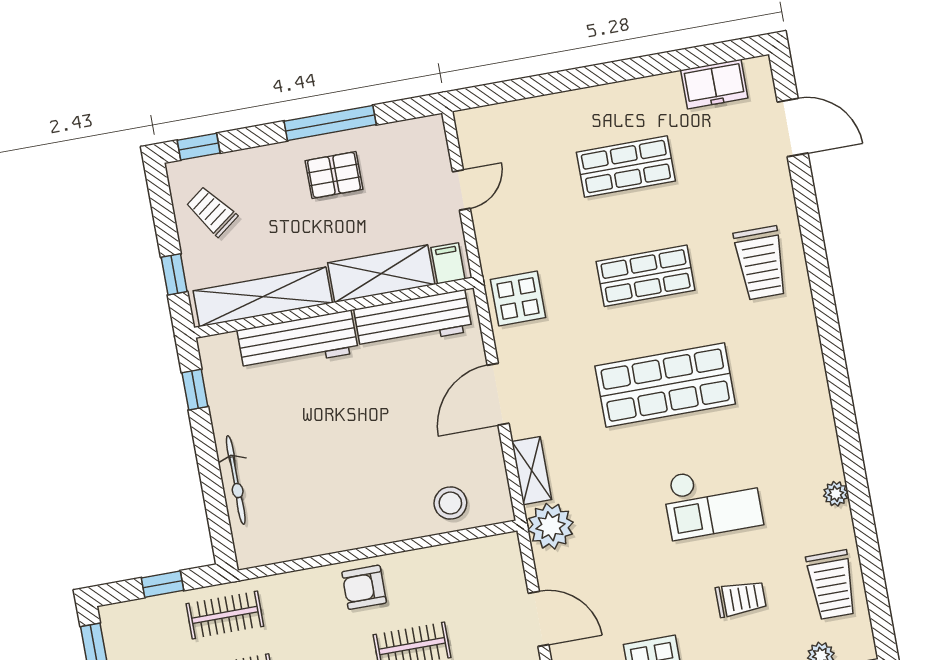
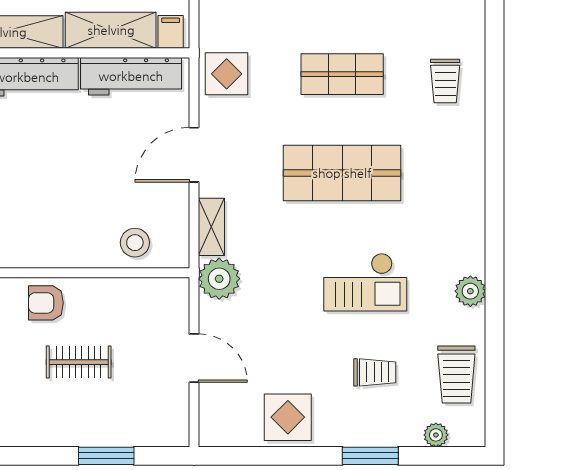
trolley: (761, 263) -> (445, 81), width x0.73, depth x0.72
plant: (836, 494) -> (470, 291), width x1.38, depth x1.38

